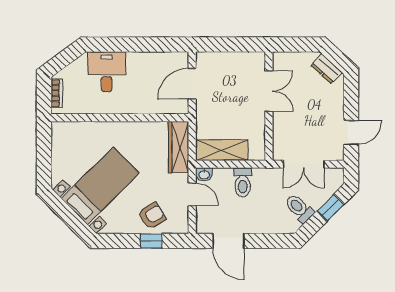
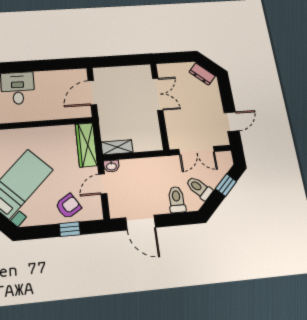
shelving: (222, 150) -> (117, 147), width x0.67, depth x0.75
toilet: (243, 182) -> (177, 200), moved, turned 180
door: (192, 194) -> (103, 184), swing flipped

